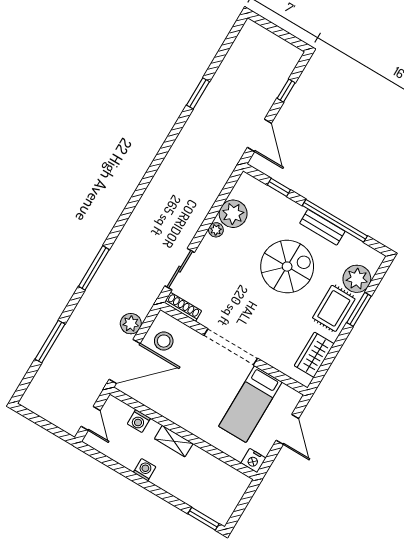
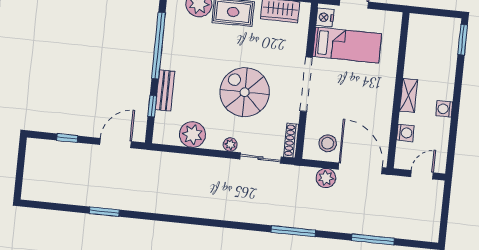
bench: (322, 227) -> (165, 90), moved
plant: (216, 230) -> (230, 145), moved
spiral stairs: (287, 267) -> (245, 92), moved
nightstand: (253, 460) -> (325, 17), moved, turned 180

